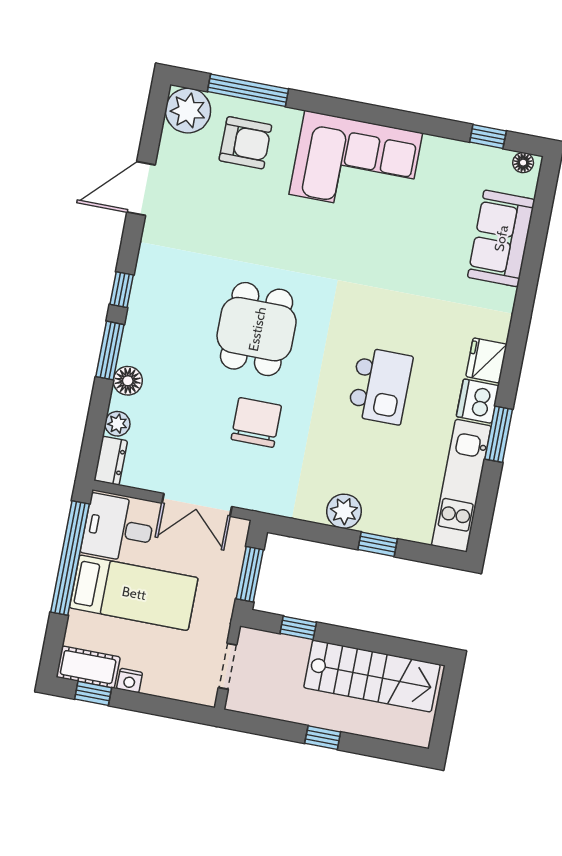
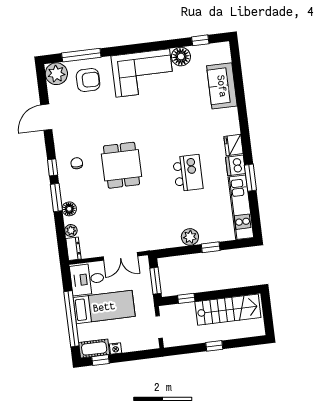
floor lamp: (523, 163) -> (181, 57), moved, width x1.89, depth x1.89
chair: (256, 422) -> (77, 163), moved, width x0.54, depth x0.54
window: (70, 558) -> (71, 319), moved

